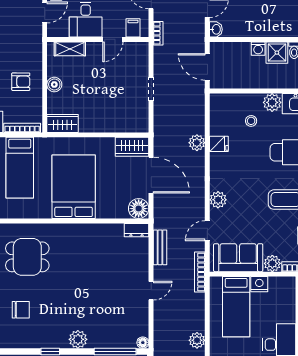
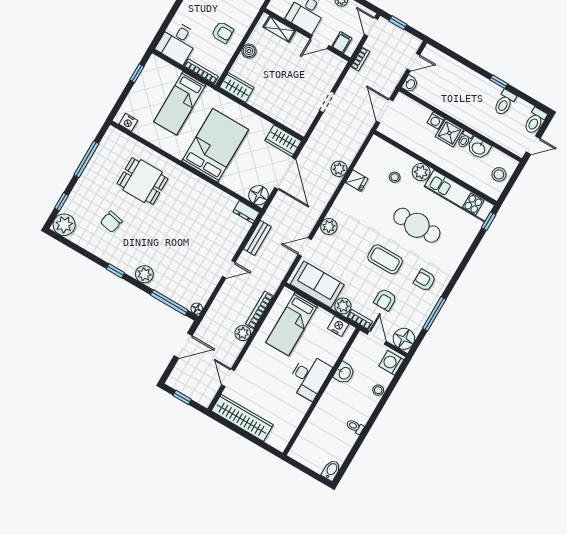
bookcase: (200, 272) -> (259, 310), moved
nightstand: (259, 284) -> (338, 326), moved
chair: (21, 310) -> (111, 222), turned 102

